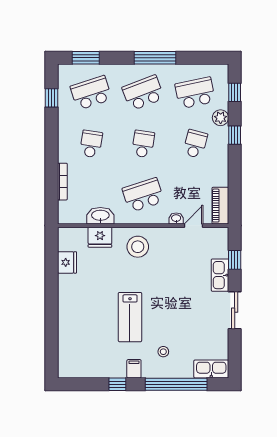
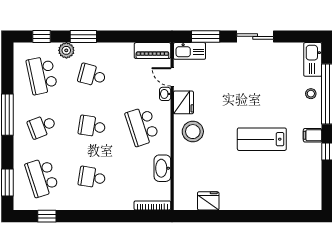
school desk: (143, 93) -> (42, 126), width x0.54
window: (235, 135) -> (83, 36), width x1.50
bookcase: (62, 182) -> (152, 205), moved
fridge: (100, 237) -> (183, 102), moved
window: (235, 260) -> (206, 36), width x1.50
kitchen sink: (220, 275) -> (190, 51), moved
lab bench: (130, 317) -> (262, 139), turned 180
stool: (163, 352) -> (311, 94), moved

